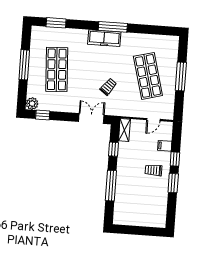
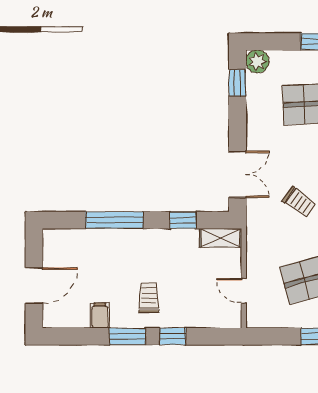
filing cabinet: (165, 146) -> (100, 315), moved
door: (143, 231) -> (34, 285), added

